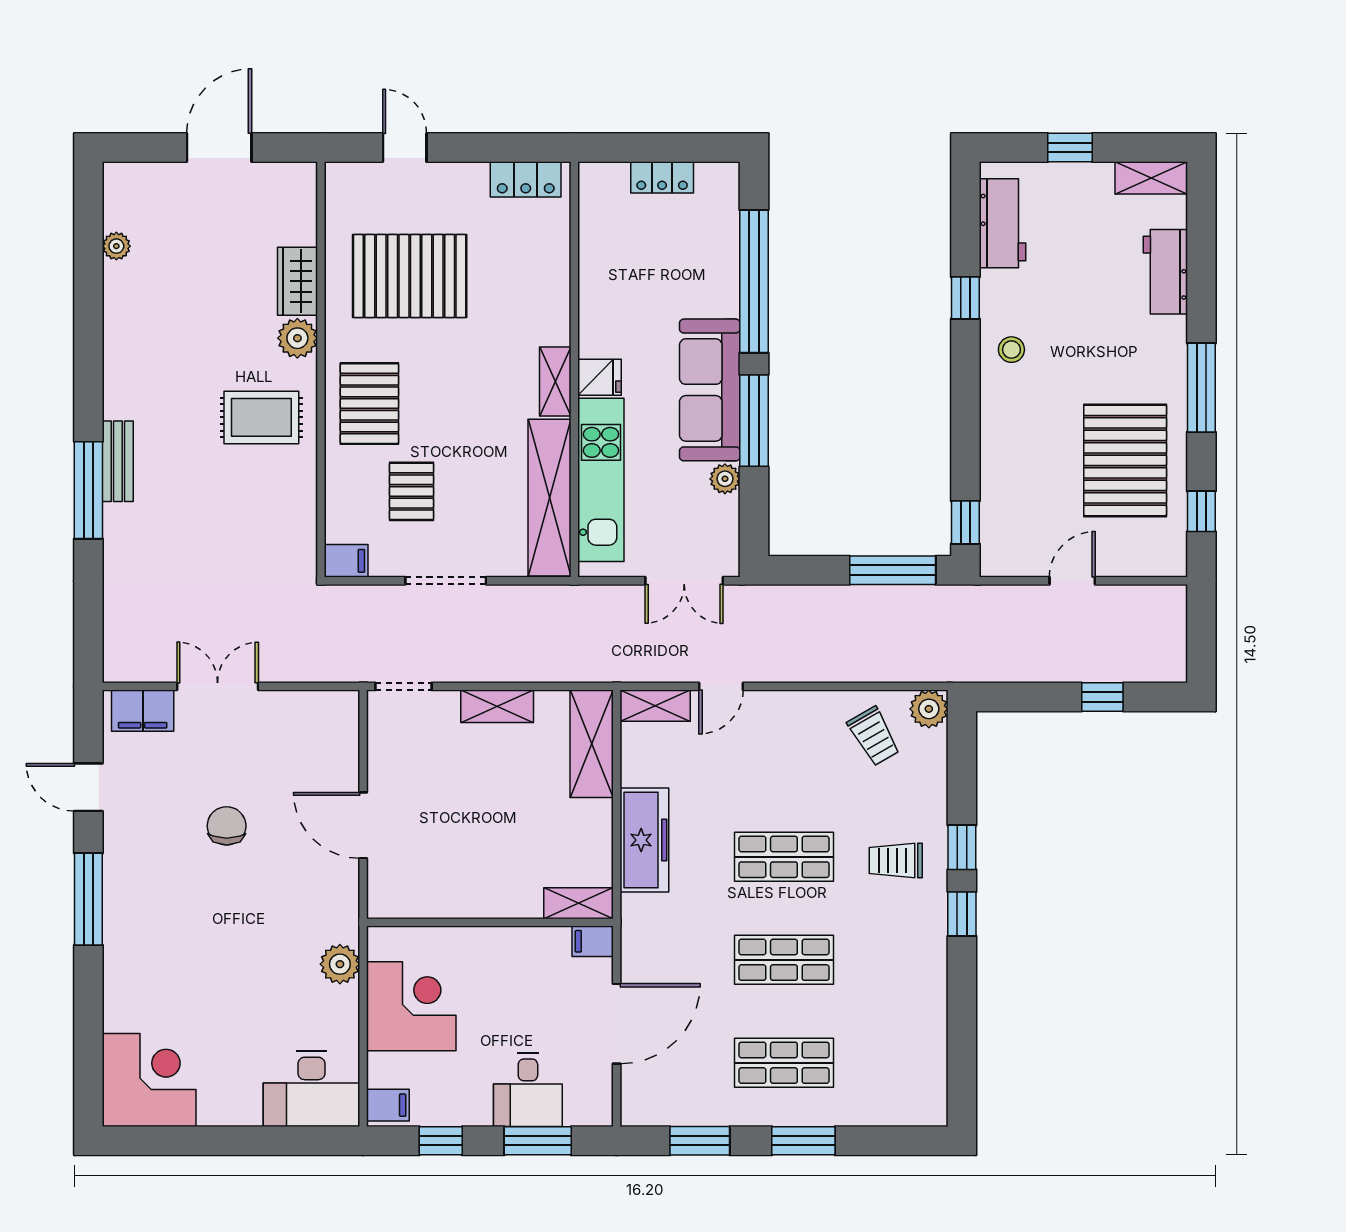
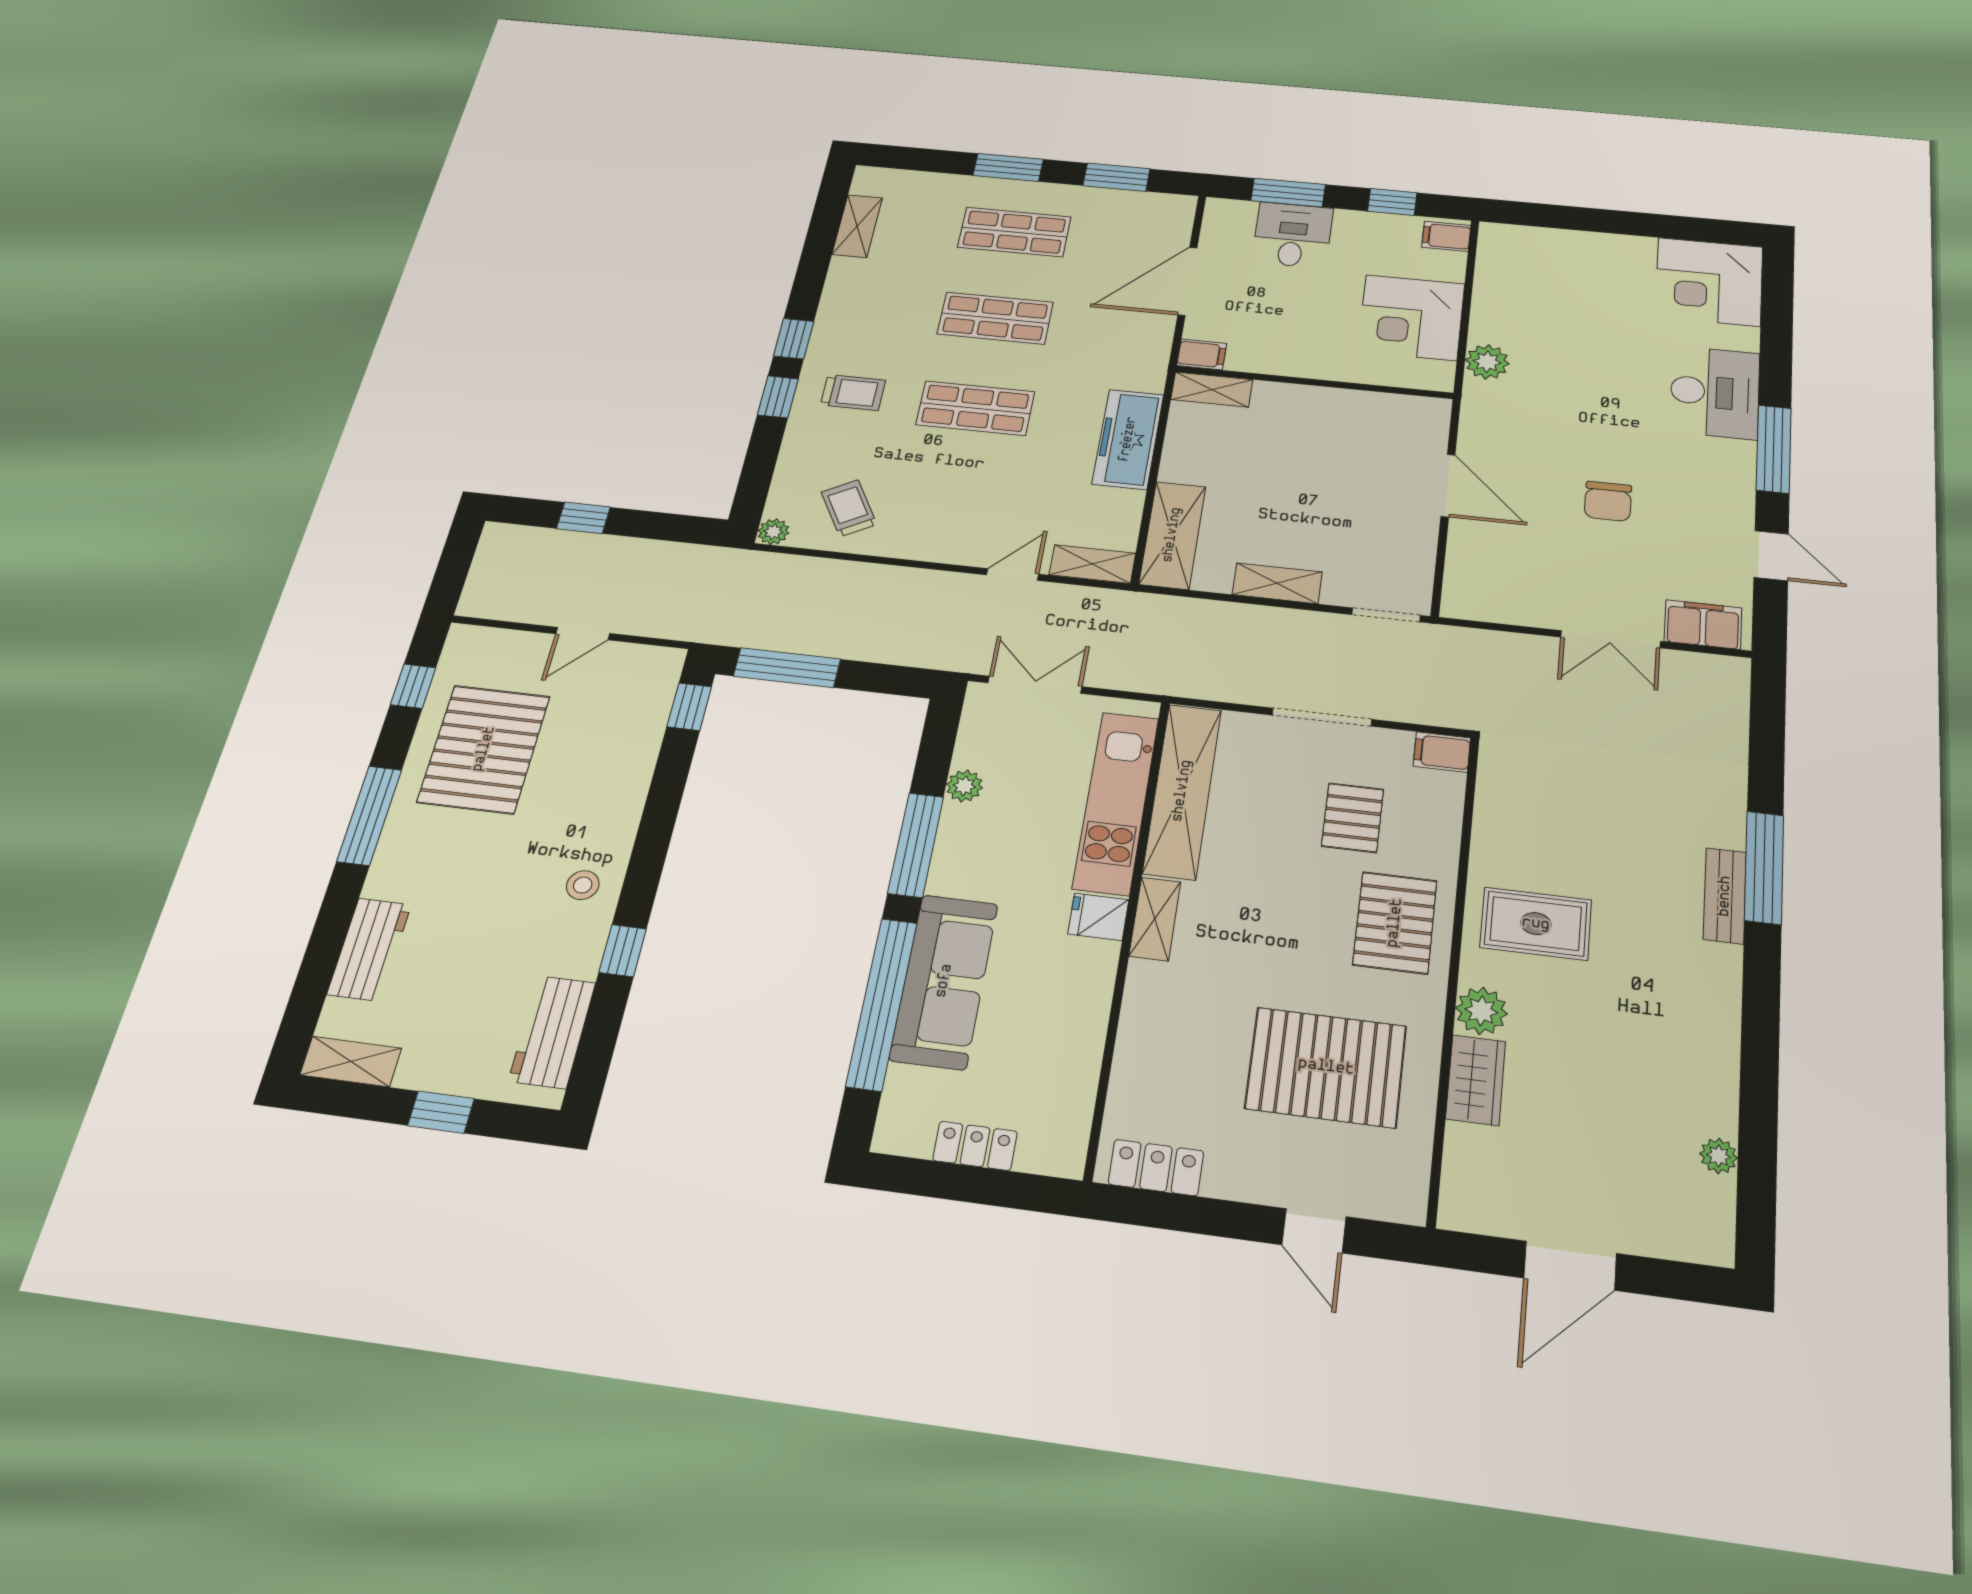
sofa: (710, 390) -> (944, 981), moved
plant: (929, 709) -> (773, 532), width x0.73, depth x0.73
shelving: (931, 1052) -> (857, 226), added
desk: (311, 1089) -> (1715, 392), moved, turned 90

